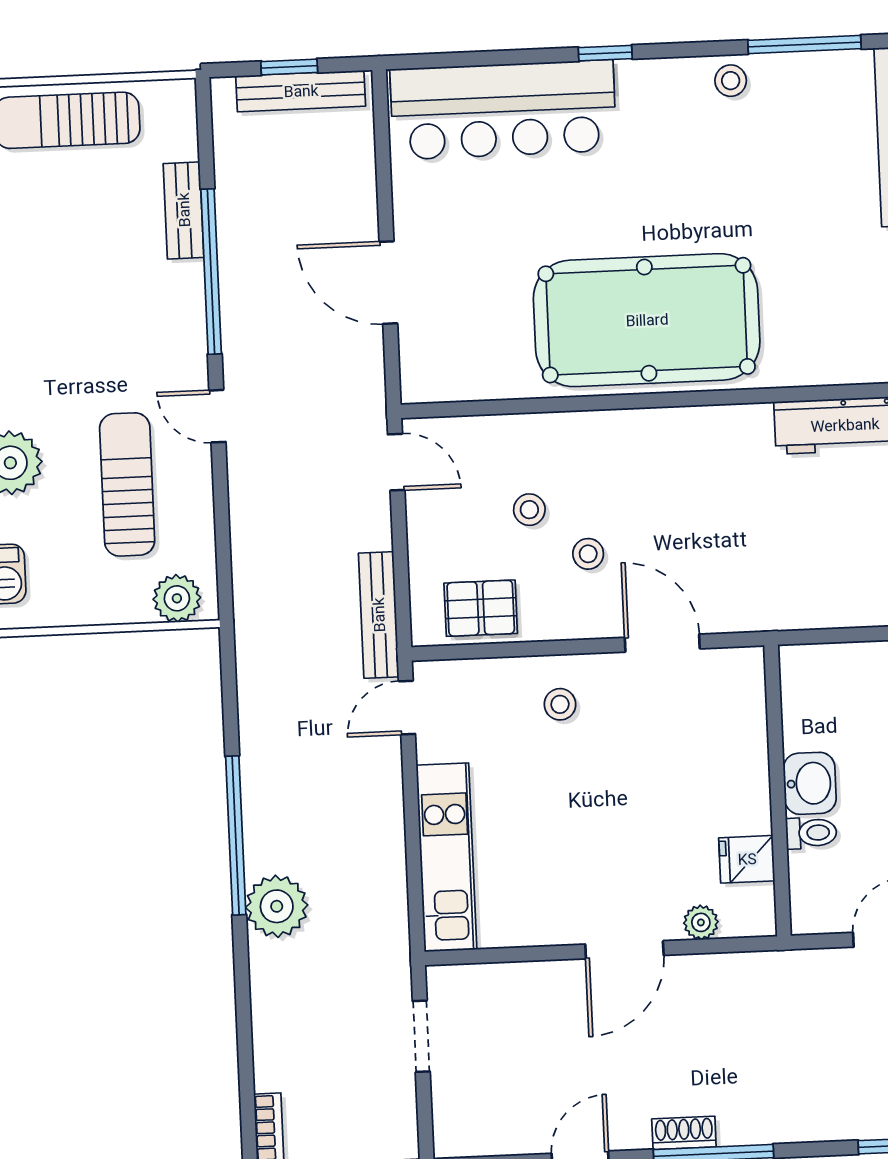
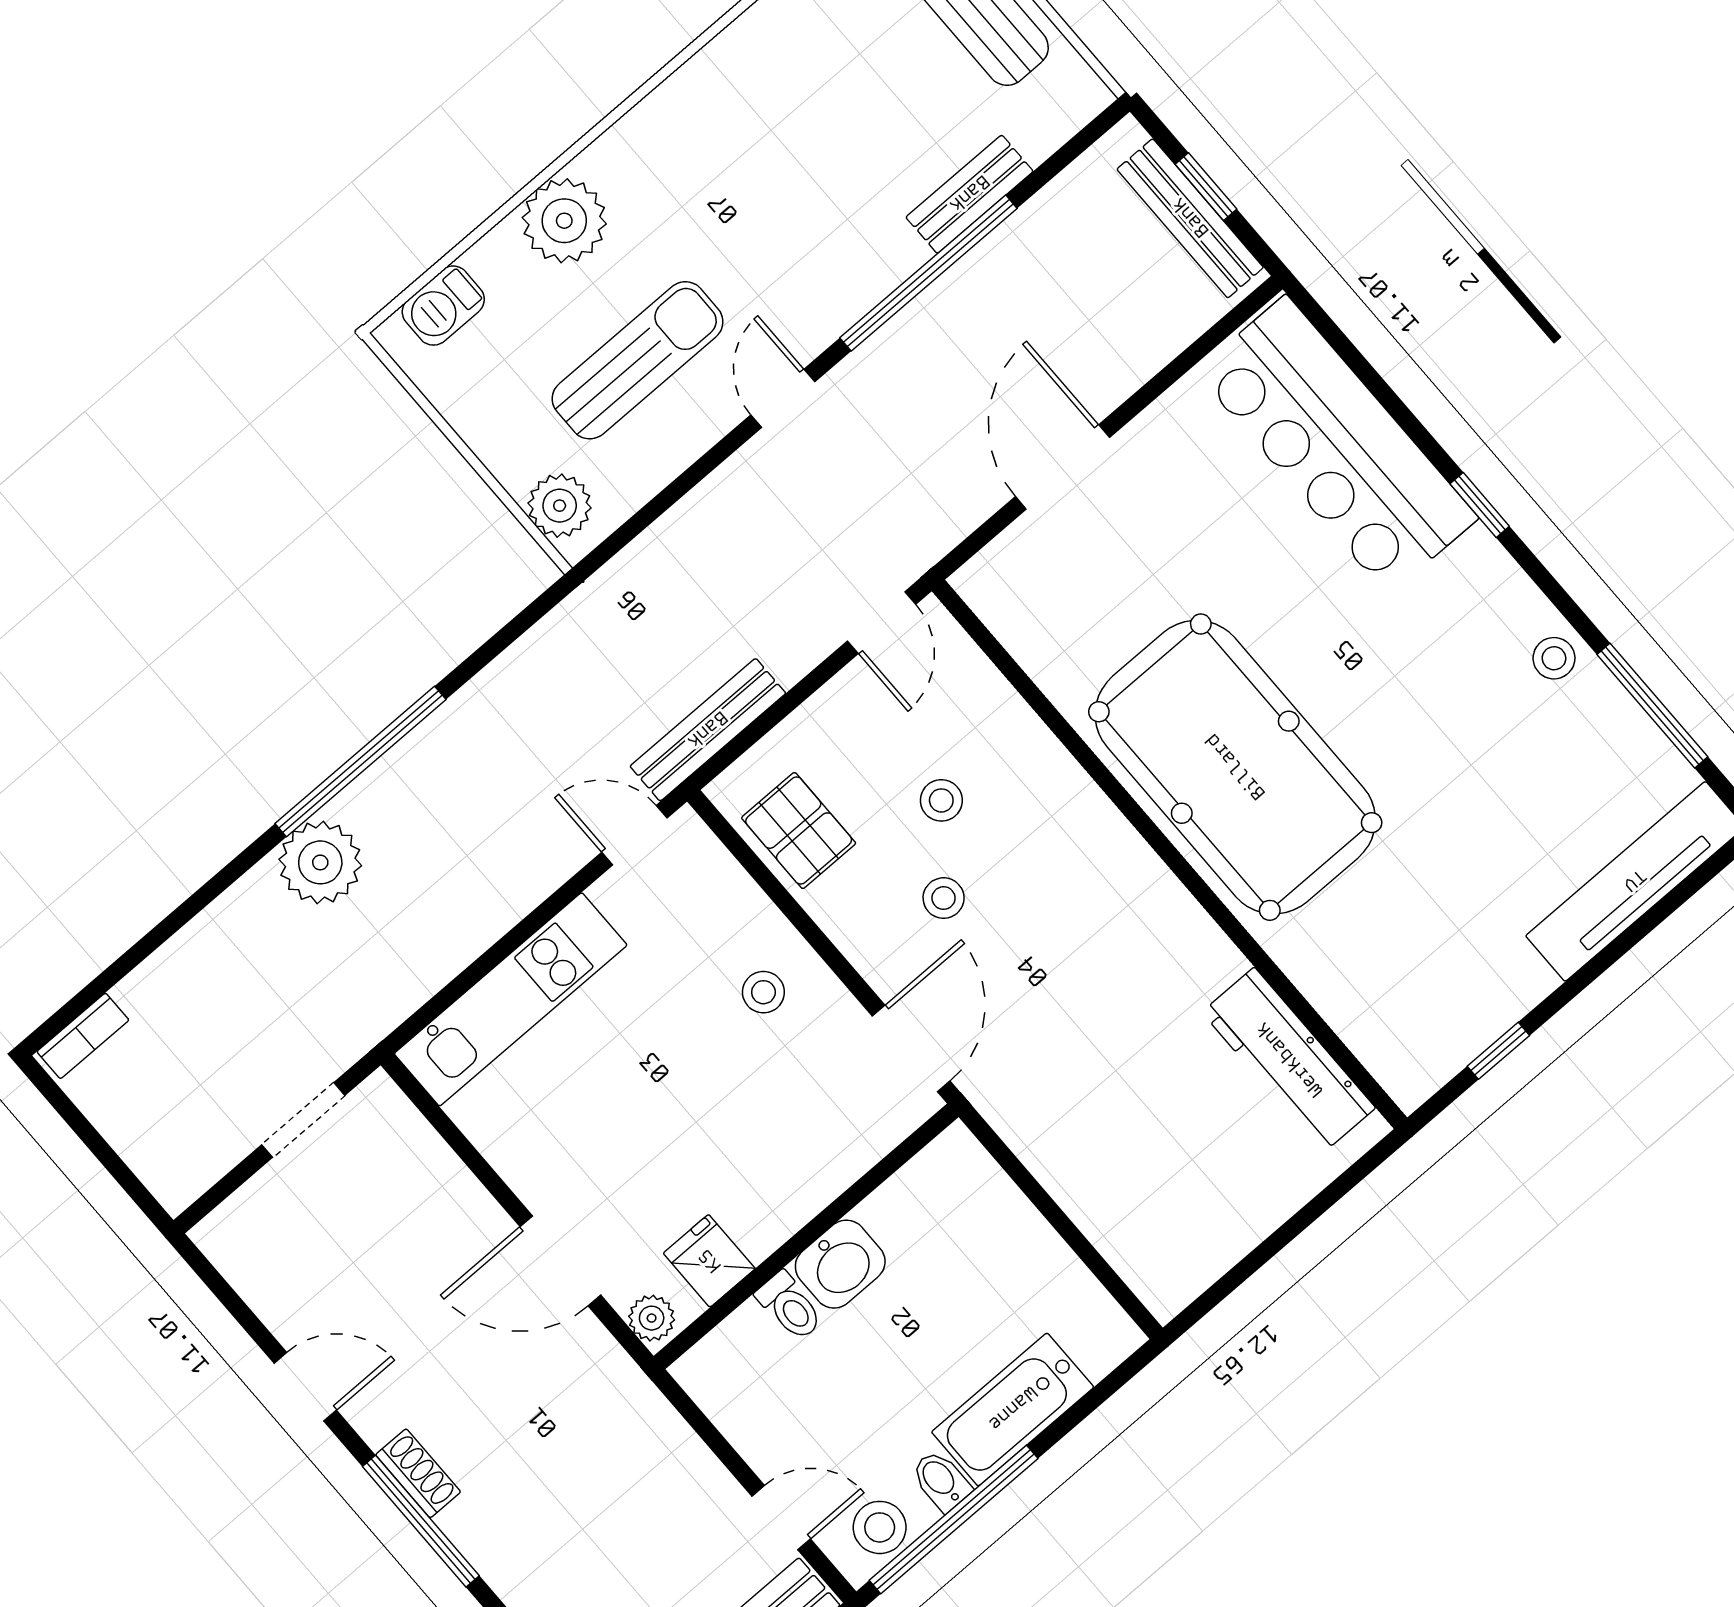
washbasin: (810, 783) -> (840, 1264), moved
wall: (778, 791) -> (806, 1236), moved
toilet: (811, 833) -> (790, 1306), moved
fridge: (747, 859) -> (709, 1261), moved

